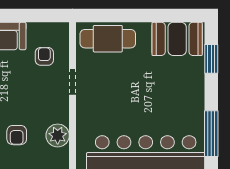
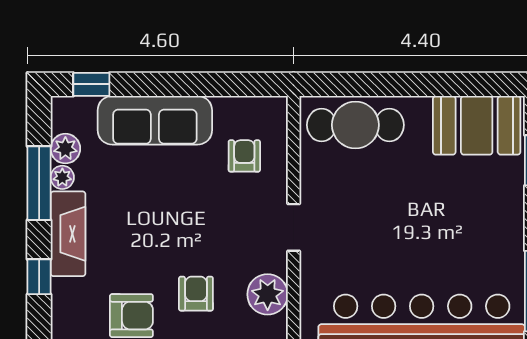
doorway: (72, 82) -> (294, 227), moved
armchair: (17, 135) -> (196, 294), turned 180

